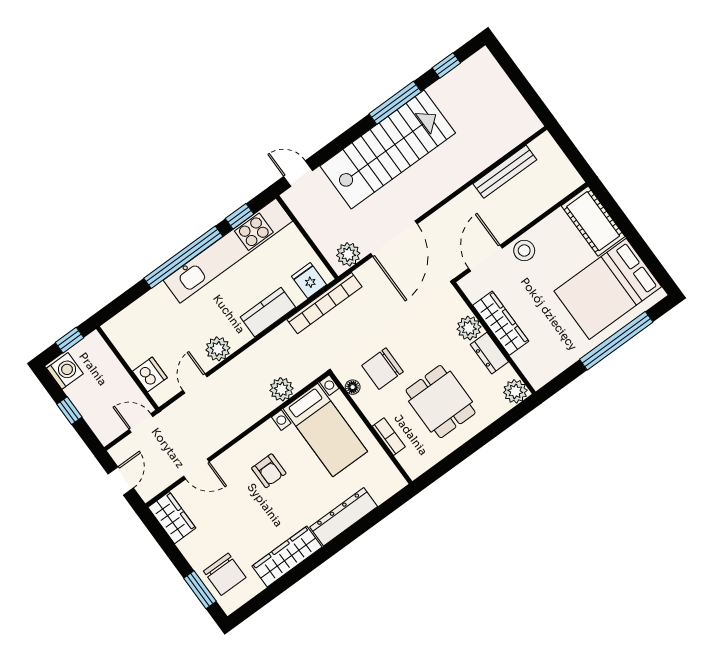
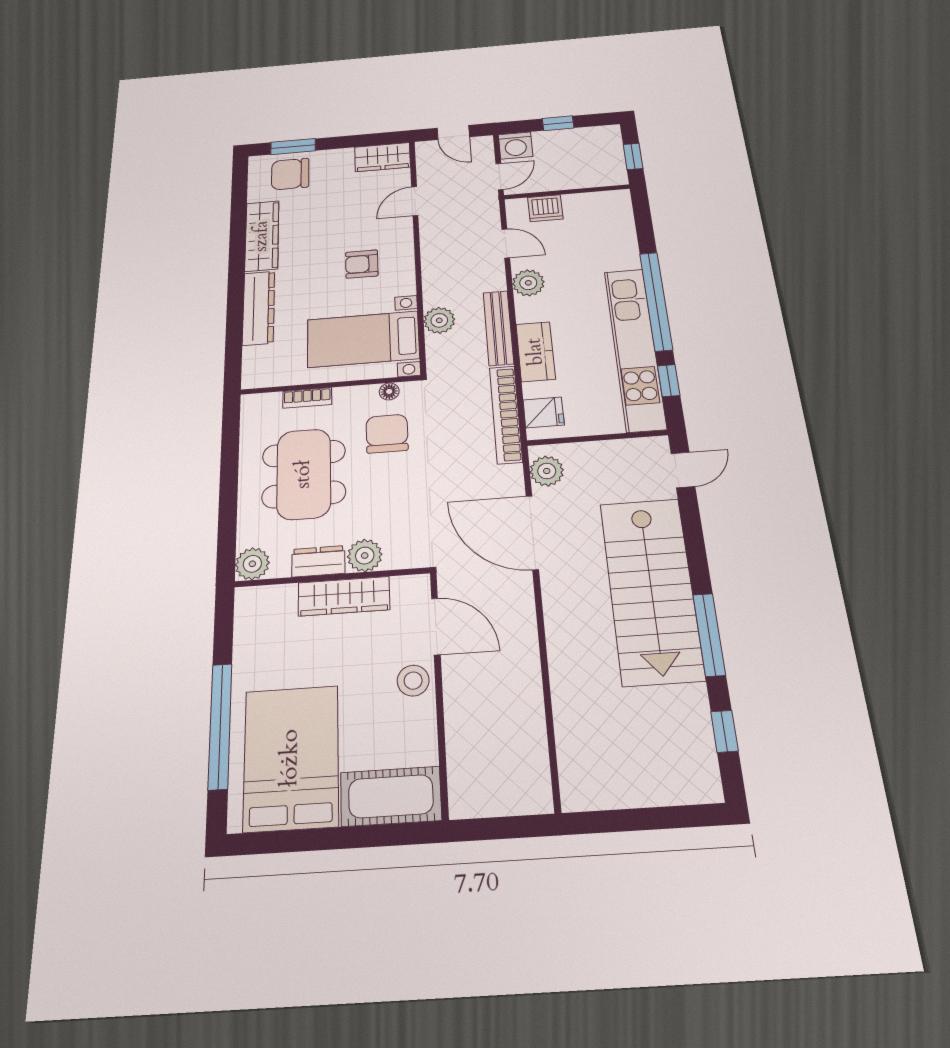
bench: (505, 172) -> (498, 328), moved
washing machine: (65, 371) -> (516, 146), moved
dining table: (441, 402) -> (304, 474), width x1.37

